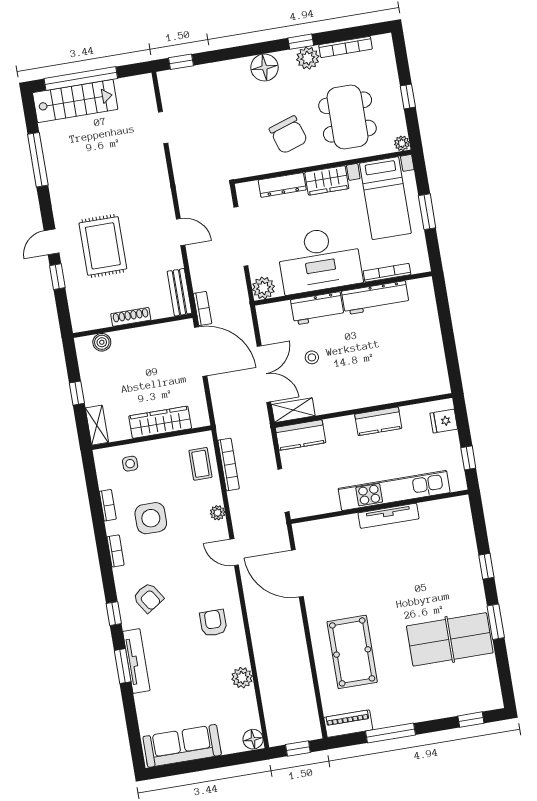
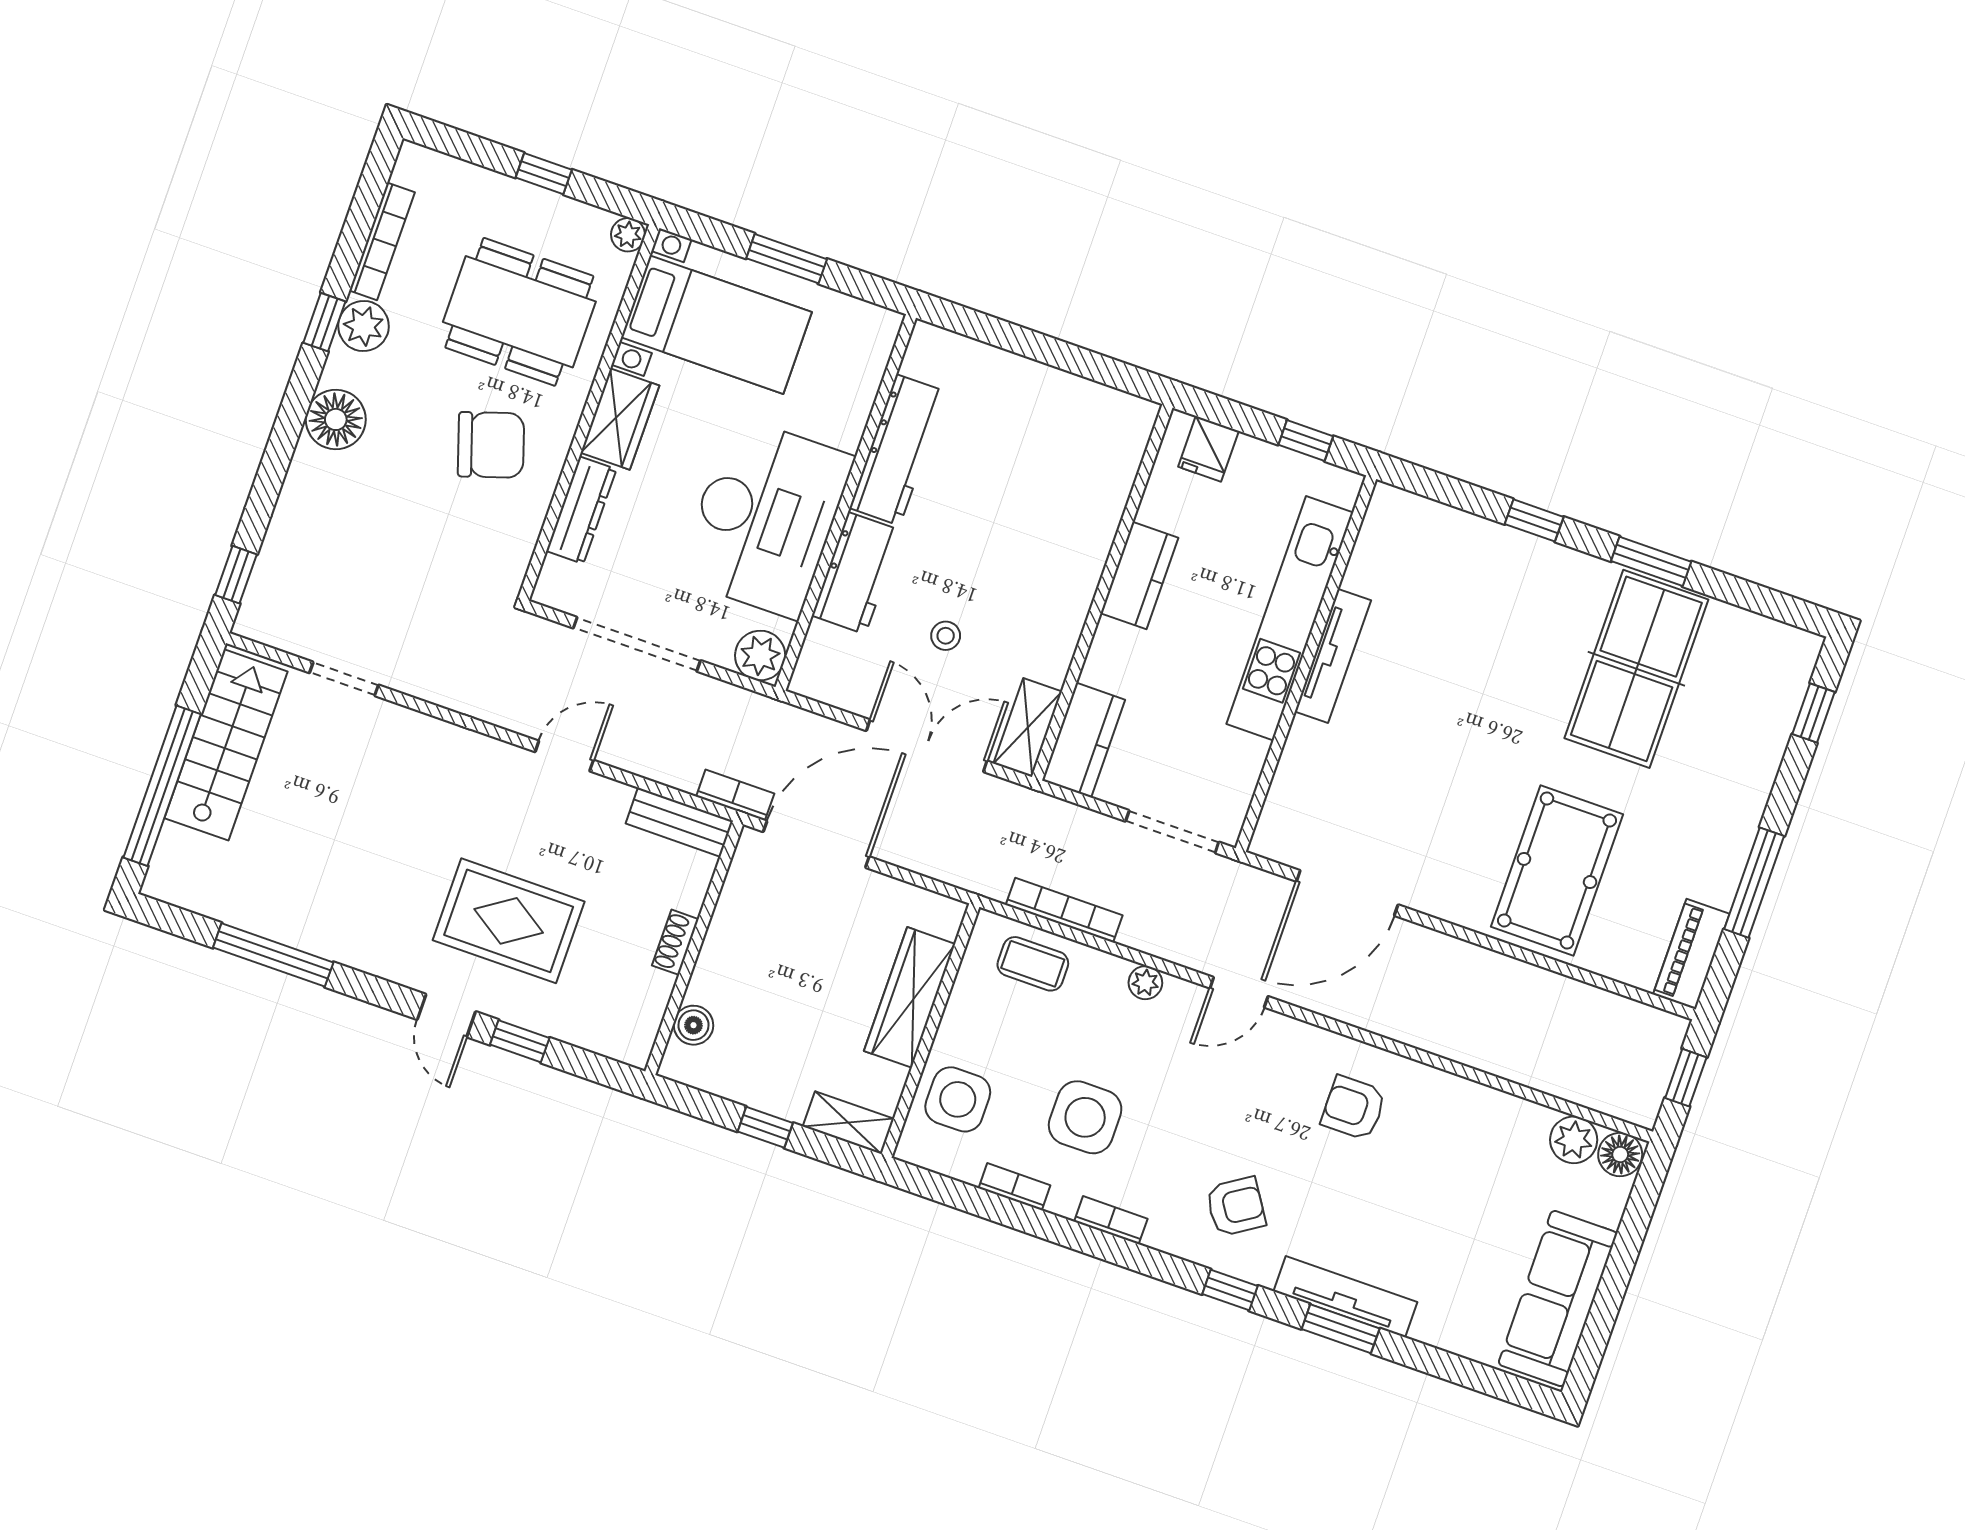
stairs: (75, 101) -> (226, 745), moved
bookcase: (387, 273) -> (862, 401), removed
shoe rack: (131, 317) -> (675, 942), width x0.70
side table: (130, 464) -> (958, 1099), width x1.87, depth x1.87
pool table: (352, 652) -> (1557, 870), turned 90
plant: (242, 678) -> (1574, 1140), moved

